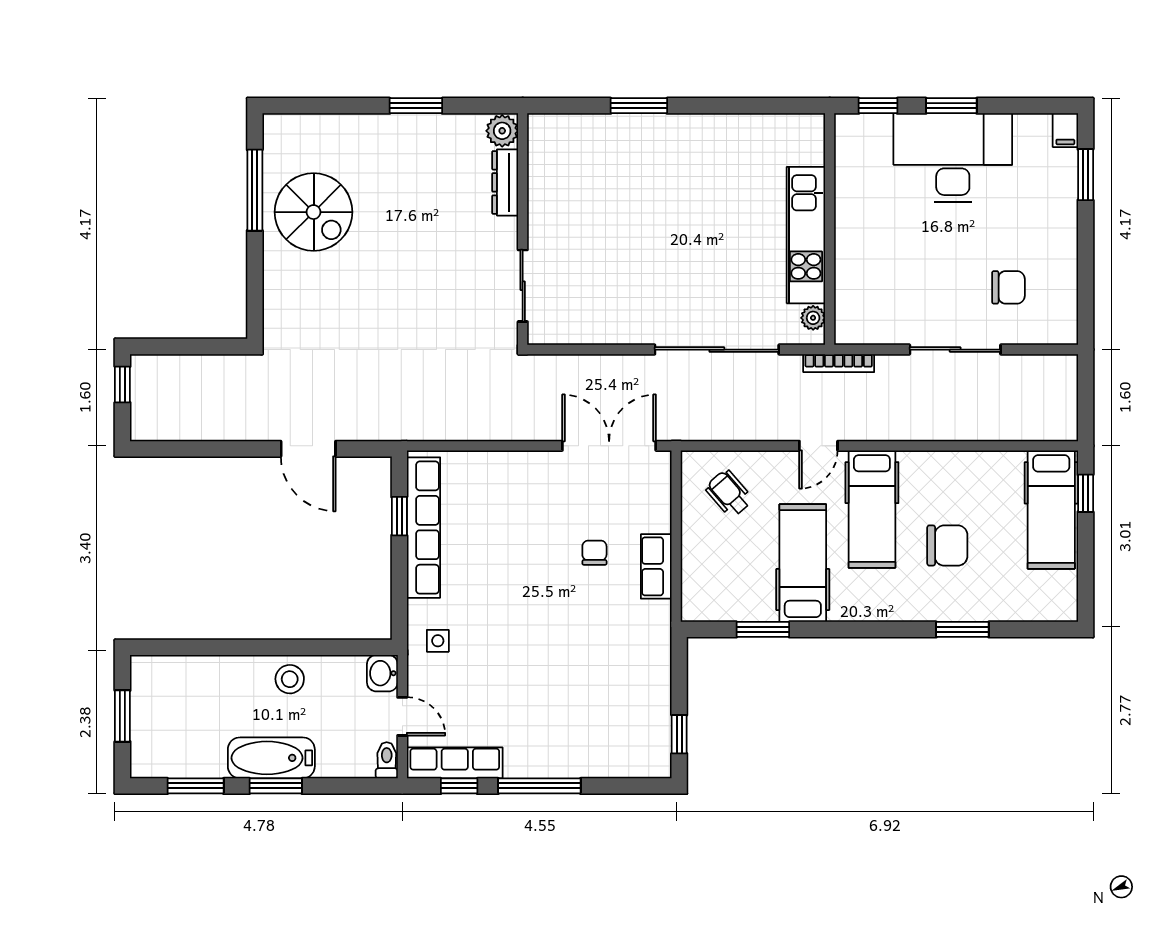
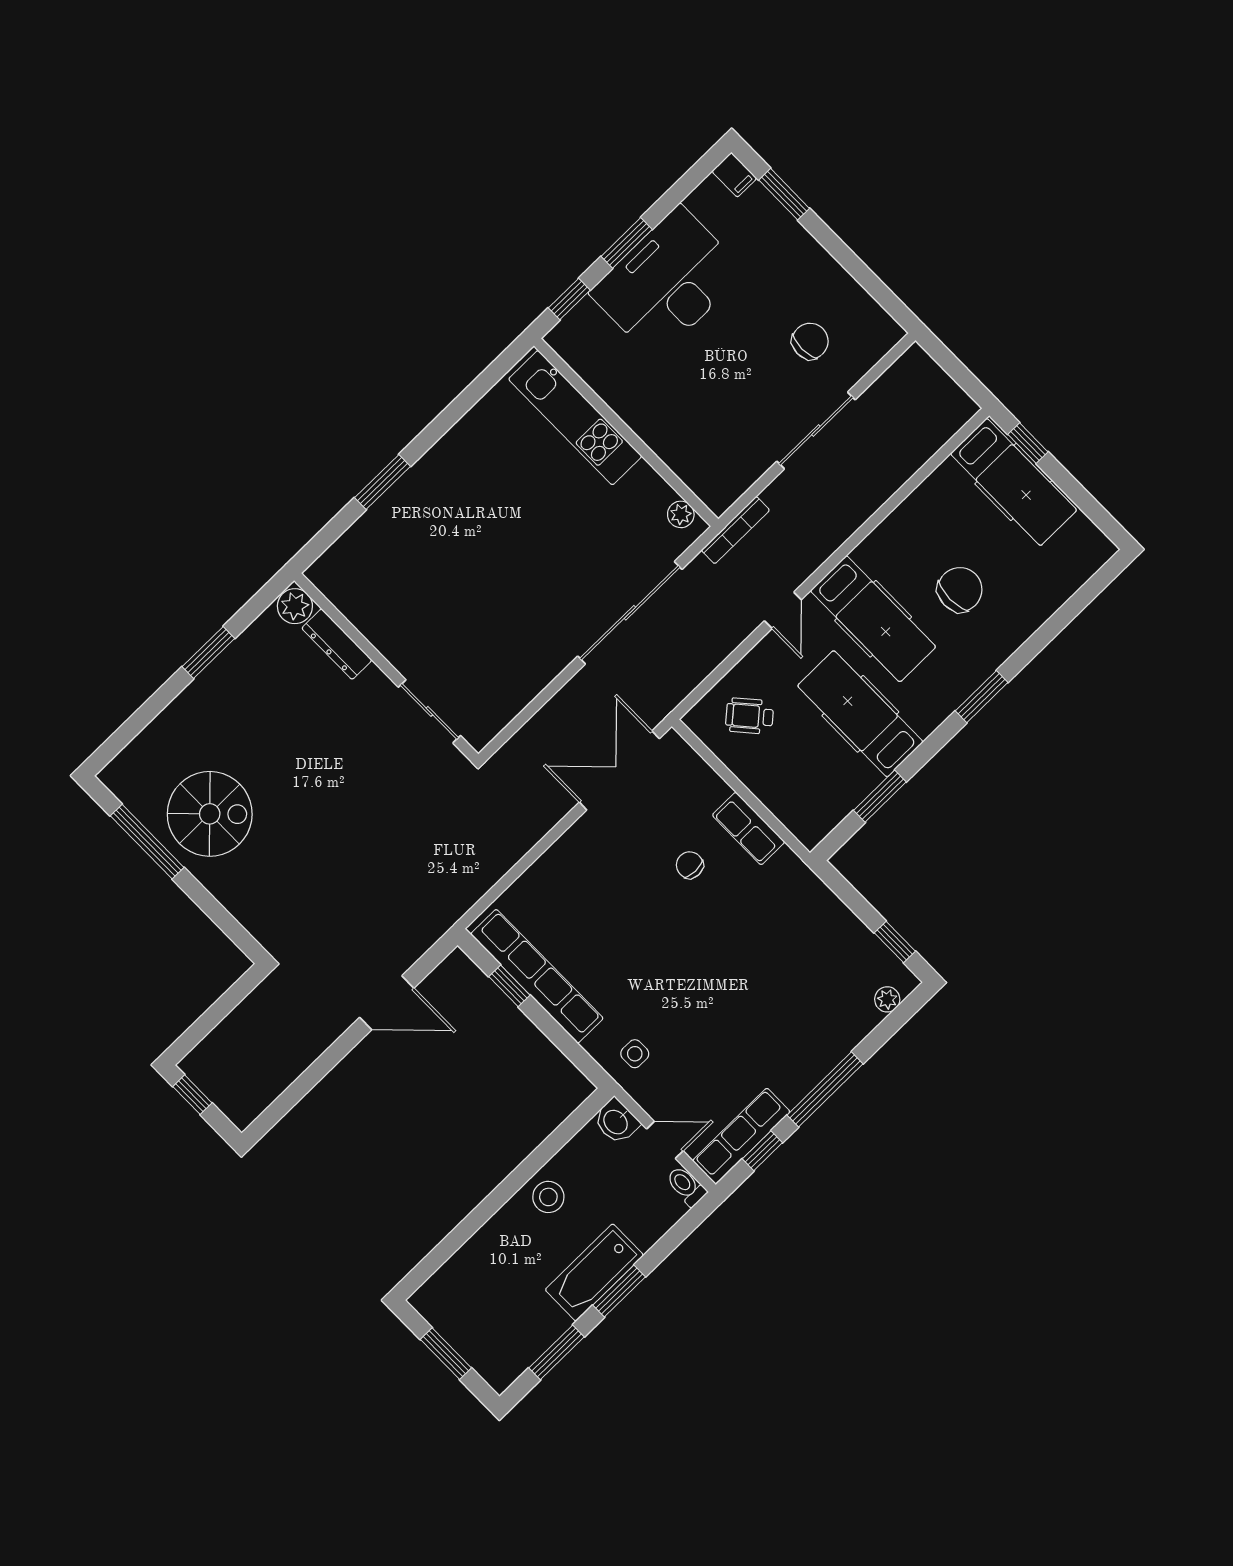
kitchen unit: (806, 235) -> (575, 418), moved
window: (962, 629) -> (982, 697), moved
plant: (638, 767) -> (887, 999), added

